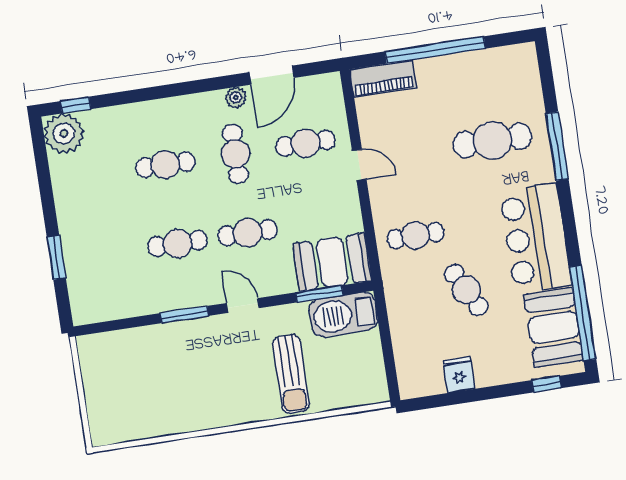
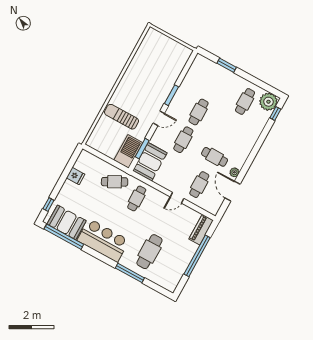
cafe table: (165, 165) -> (245, 101), moved
cafe table: (466, 290) -> (115, 182), moved

